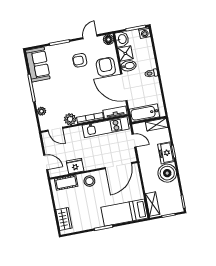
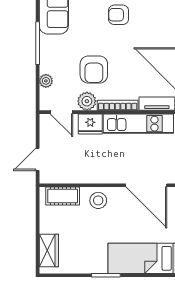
armchair: (106, 67) -> (94, 70), moved, turned 180
door: (46, 162) -> (38, 159), swing flipped
fridge: (75, 166) -> (90, 124), moved, turned 180
door: (118, 166) -> (146, 185), hinge flipped

